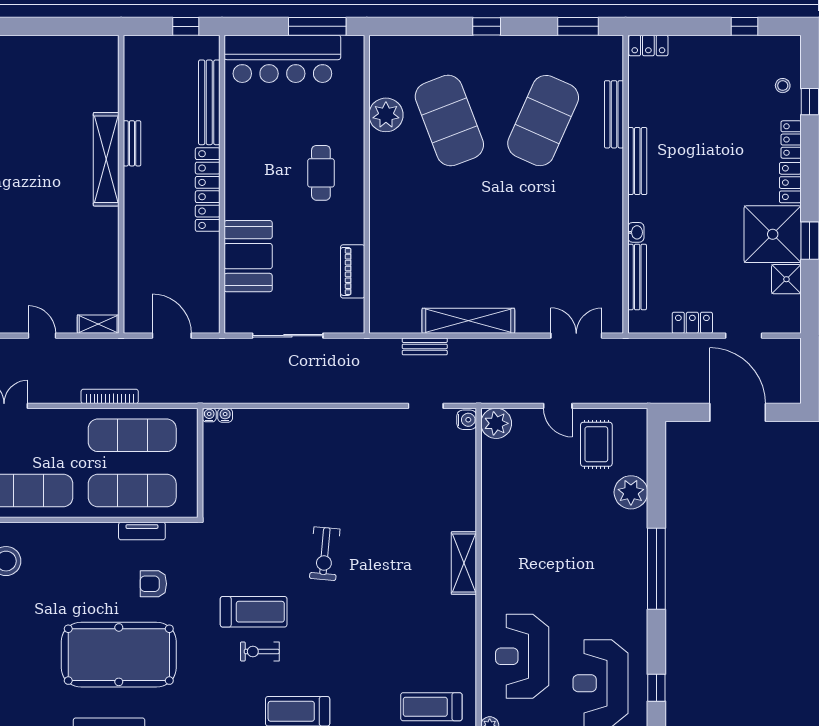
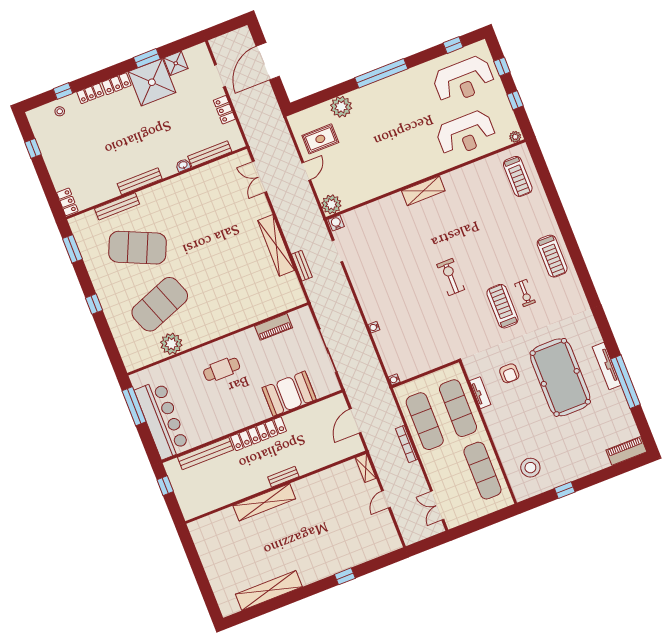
bench: (132, 143) -> (283, 477), moved
water cooler: (225, 415) -> (374, 327), moved
exercise bike: (325, 554) -> (451, 277), turned -95

